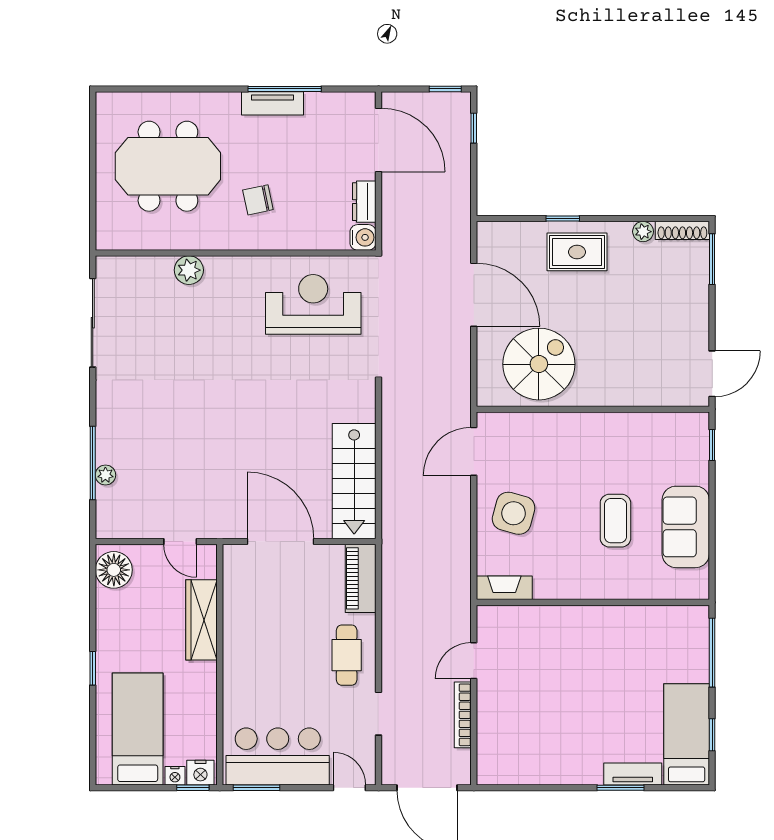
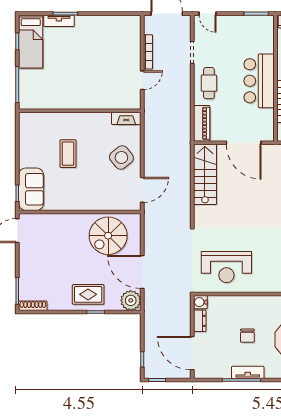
chair: (258, 200) -> (247, 336), moved, turned 102
plant: (643, 232) -> (131, 300), moved, width x1.88, depth x1.88
side table: (514, 513) -> (121, 157), turned 36
sofa: (686, 527) -> (31, 189), moved
bar counter: (278, 756) -> (259, 81), moved, turned 90

